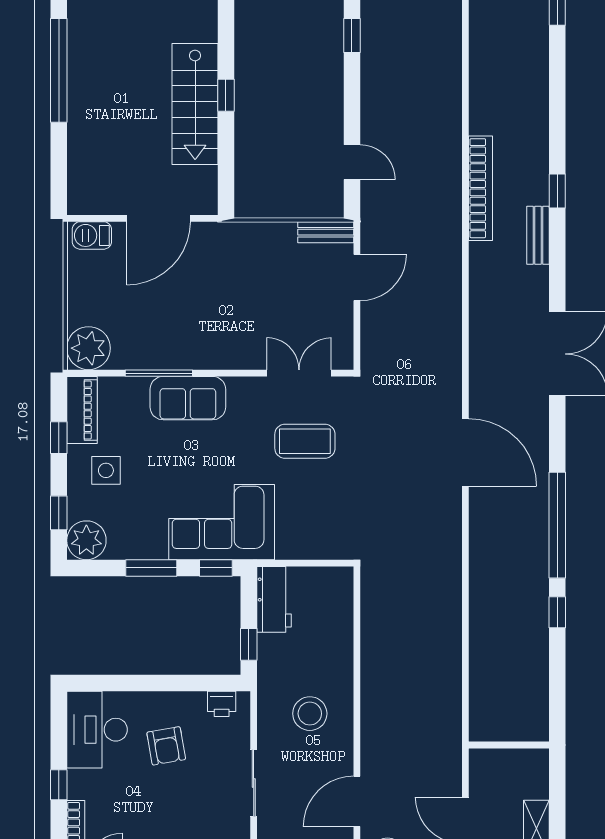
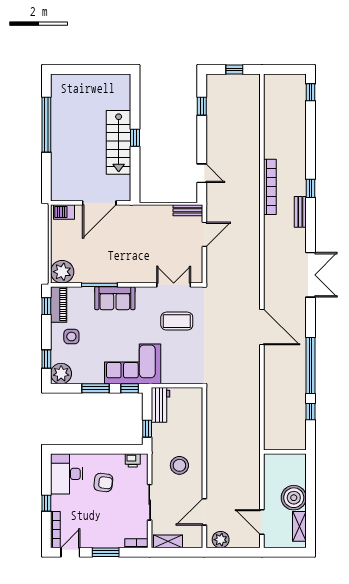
window: (59, 438) -> (46, 306), moved
wall: (509, 745) -> (285, 452), moved
armchair: (166, 746) -> (103, 482), turned -73
boiler: (526, 775) -> (294, 498), added

